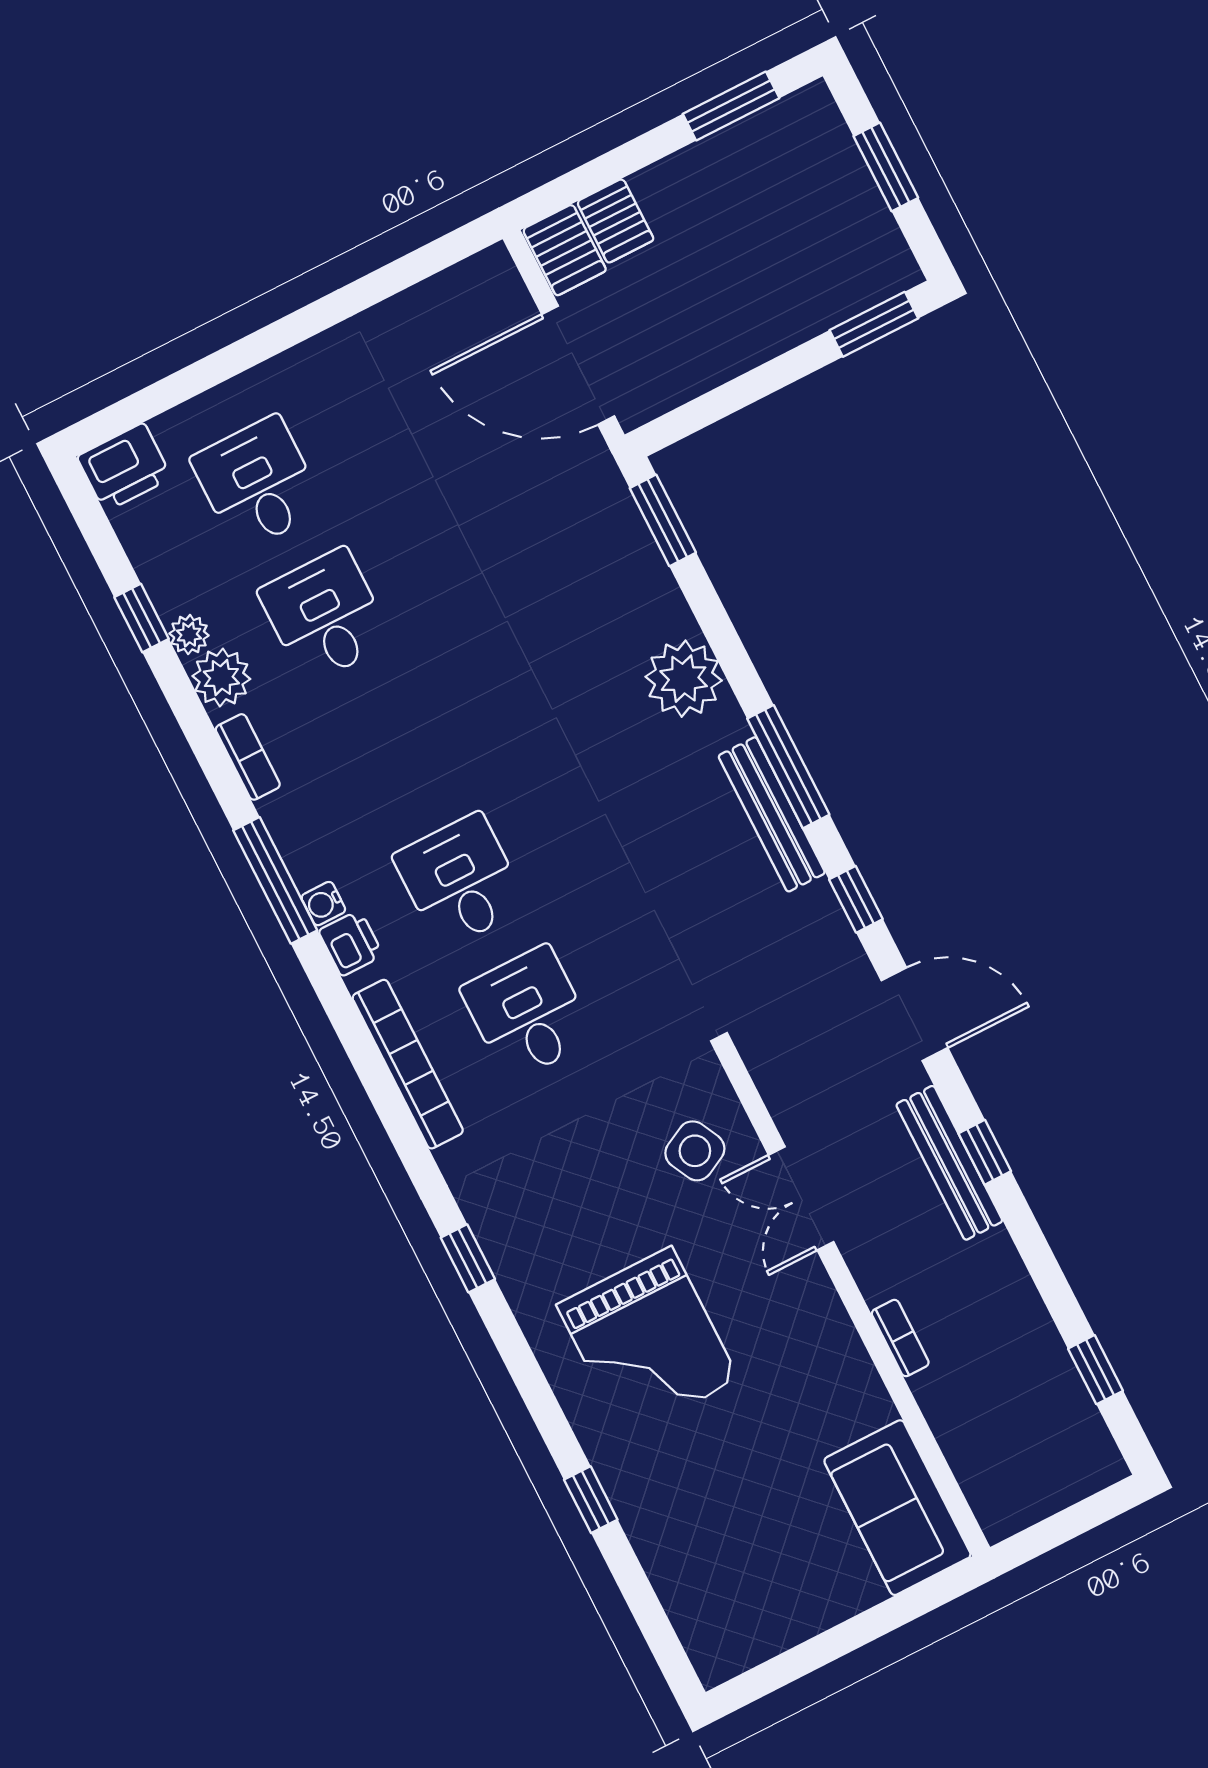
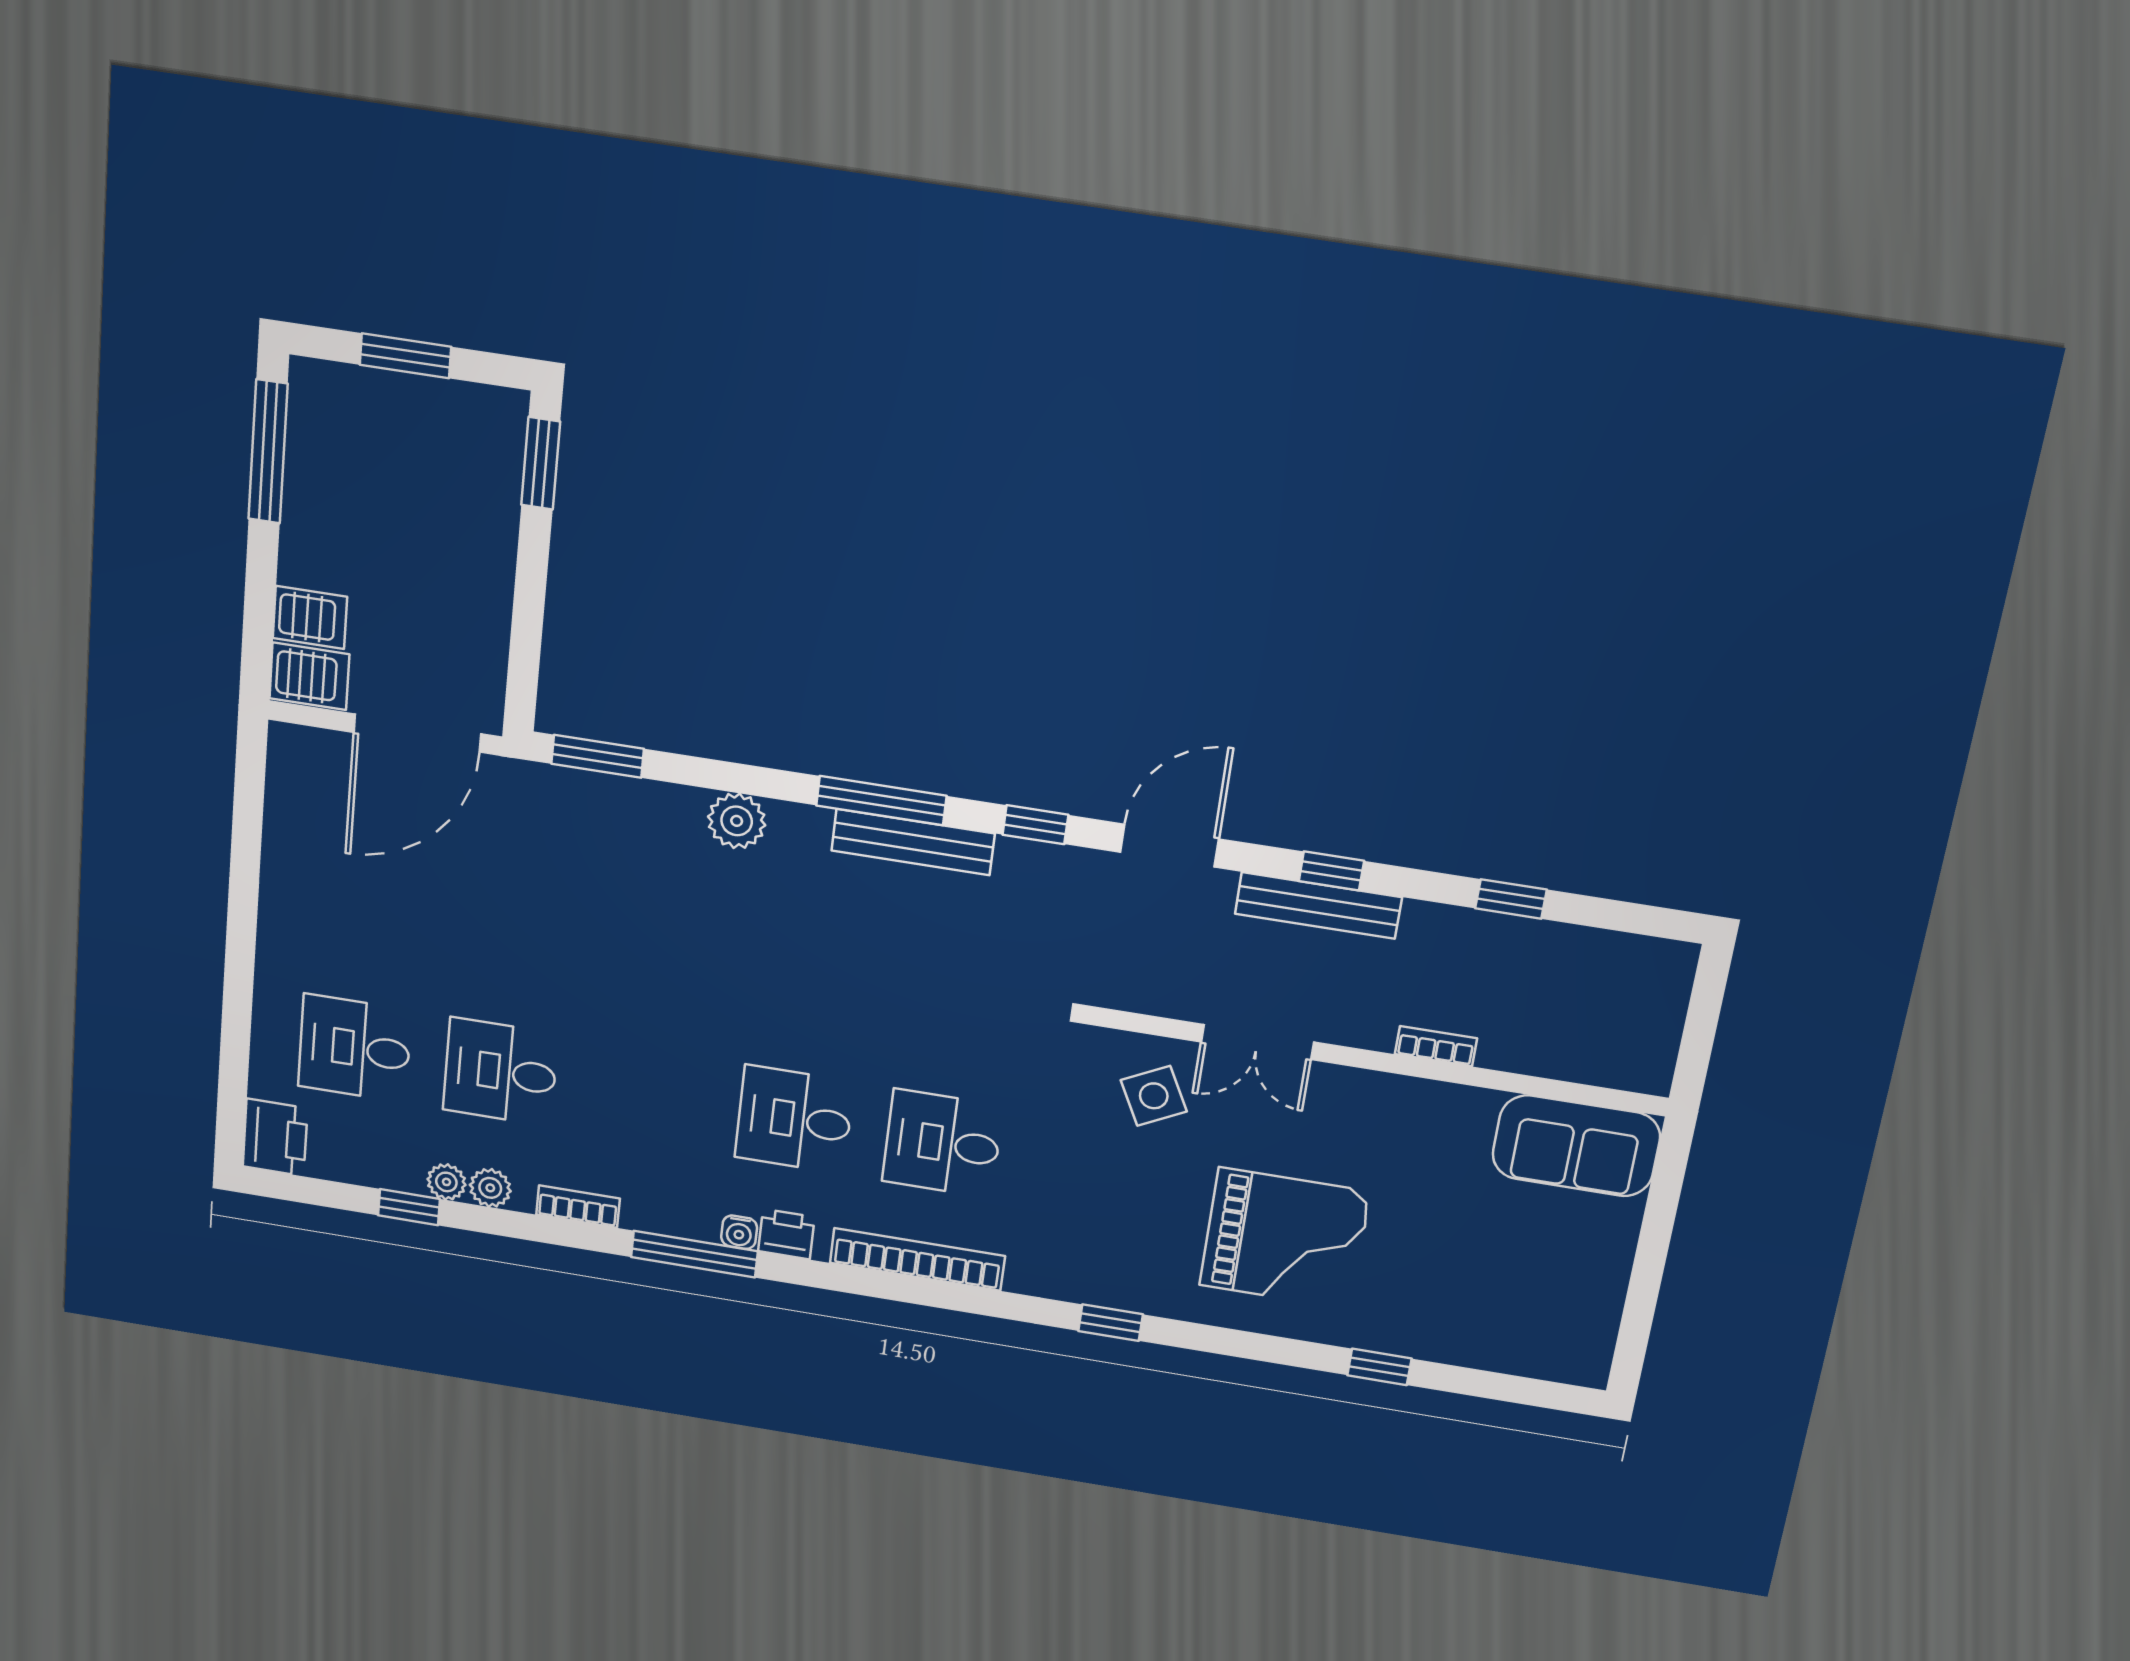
window: (731, 106) -> (268, 452), width x1.44
plant: (221, 677) -> (490, 1188), width x0.73, depth x0.73
plant: (684, 679) -> (737, 821), width x0.73, depth x0.73
window: (1096, 1370) -> (1511, 899), moved

